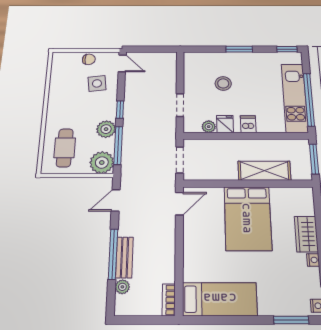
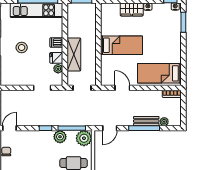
side table: (97, 83) -> (25, 145), removed
stool: (223, 83) -> (22, 47), moved
shelving: (264, 171) -> (74, 54), moved
door: (116, 200) -> (110, 128), hinge flipped
door: (179, 204) -> (122, 88), moved
bed: (248, 218) -> (122, 45), width x0.67
bed: (220, 299) -> (159, 73), moved, turned -90

